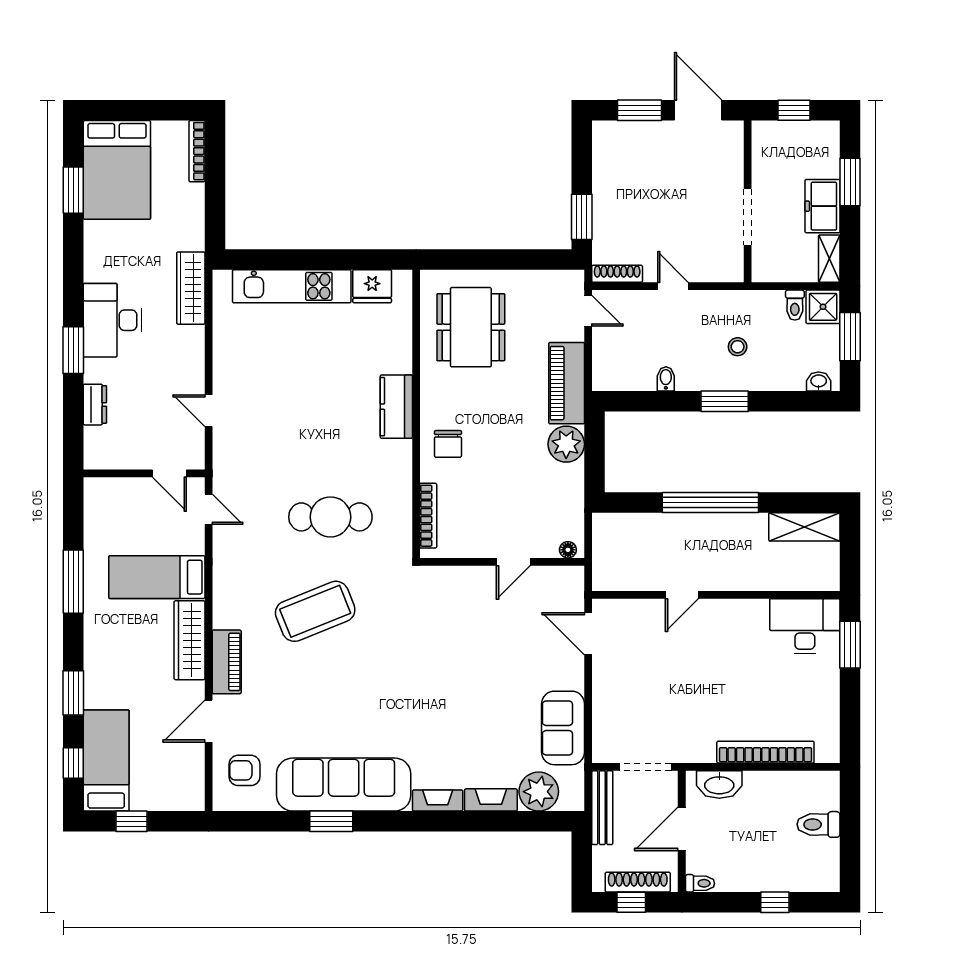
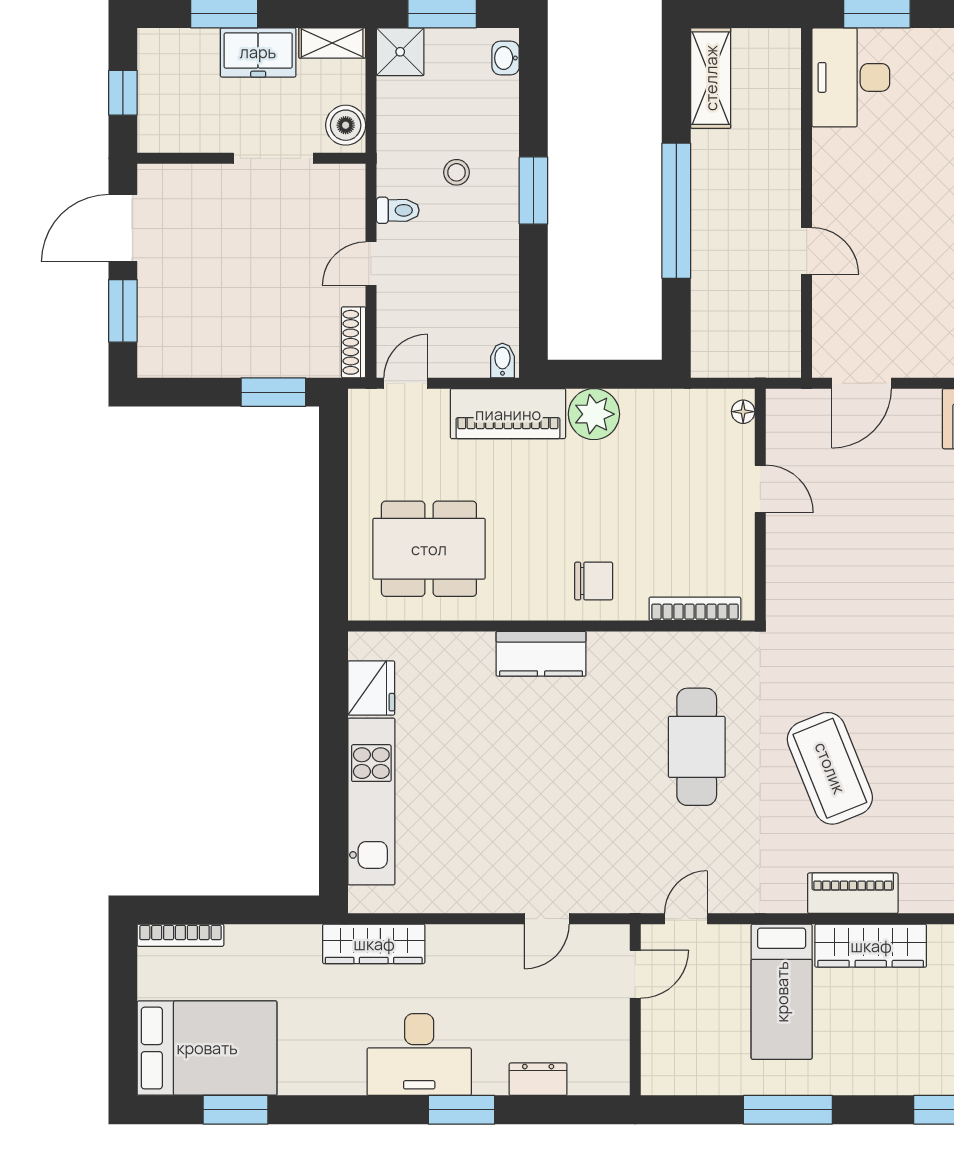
boiler: (771, 268) -> (346, 125), added
toilet: (795, 305) -> (398, 210), moved
bidet: (666, 379) -> (502, 360), moved, turned 90
piano: (227, 662) -> (853, 893), moved

